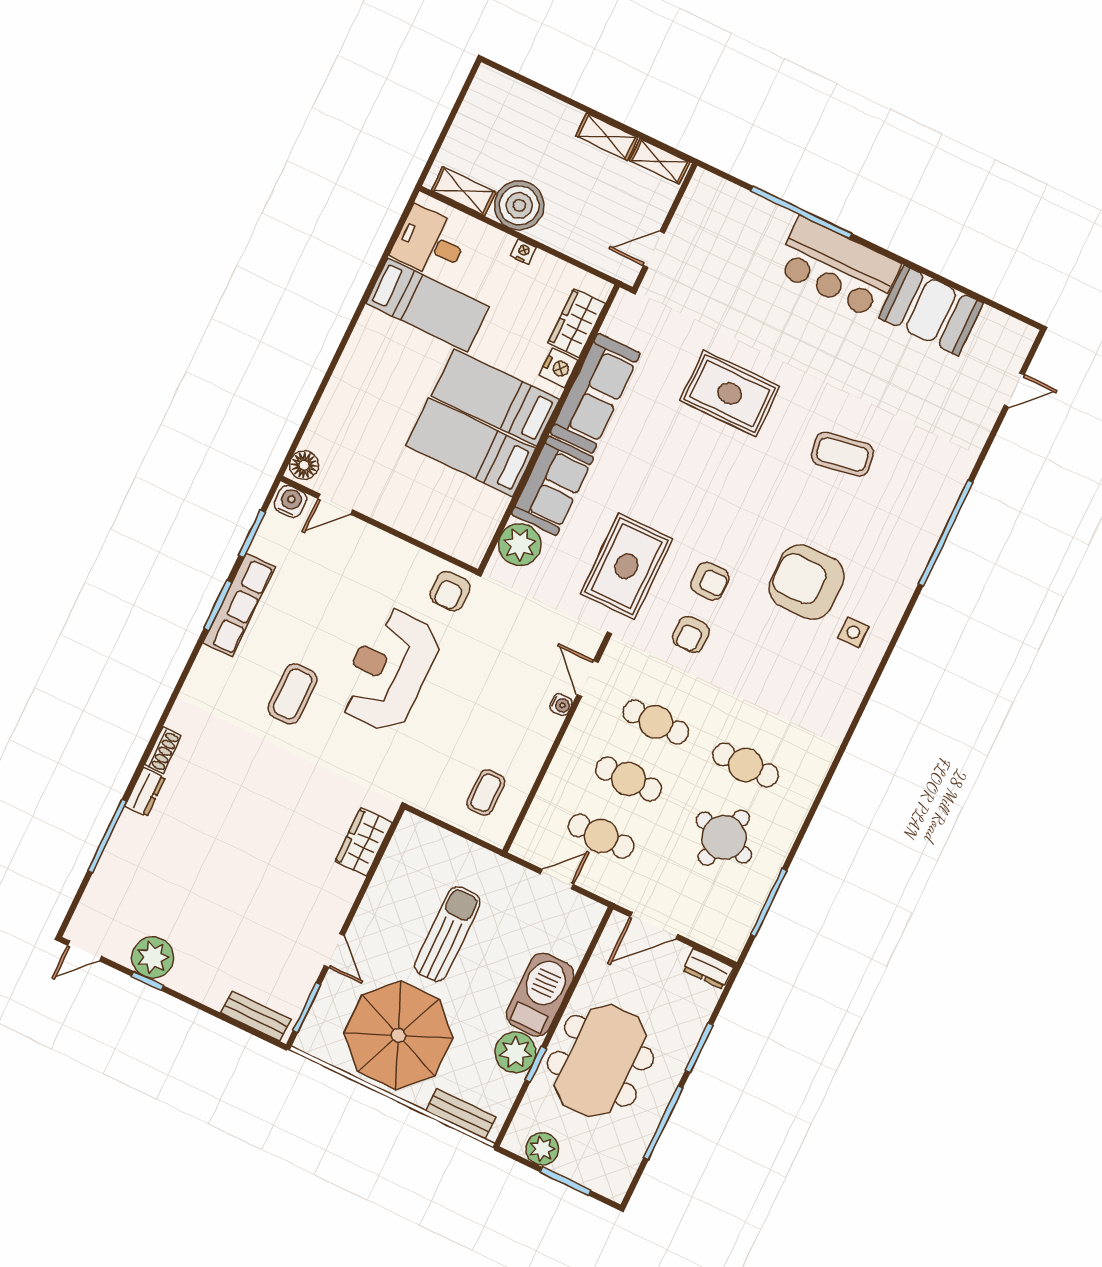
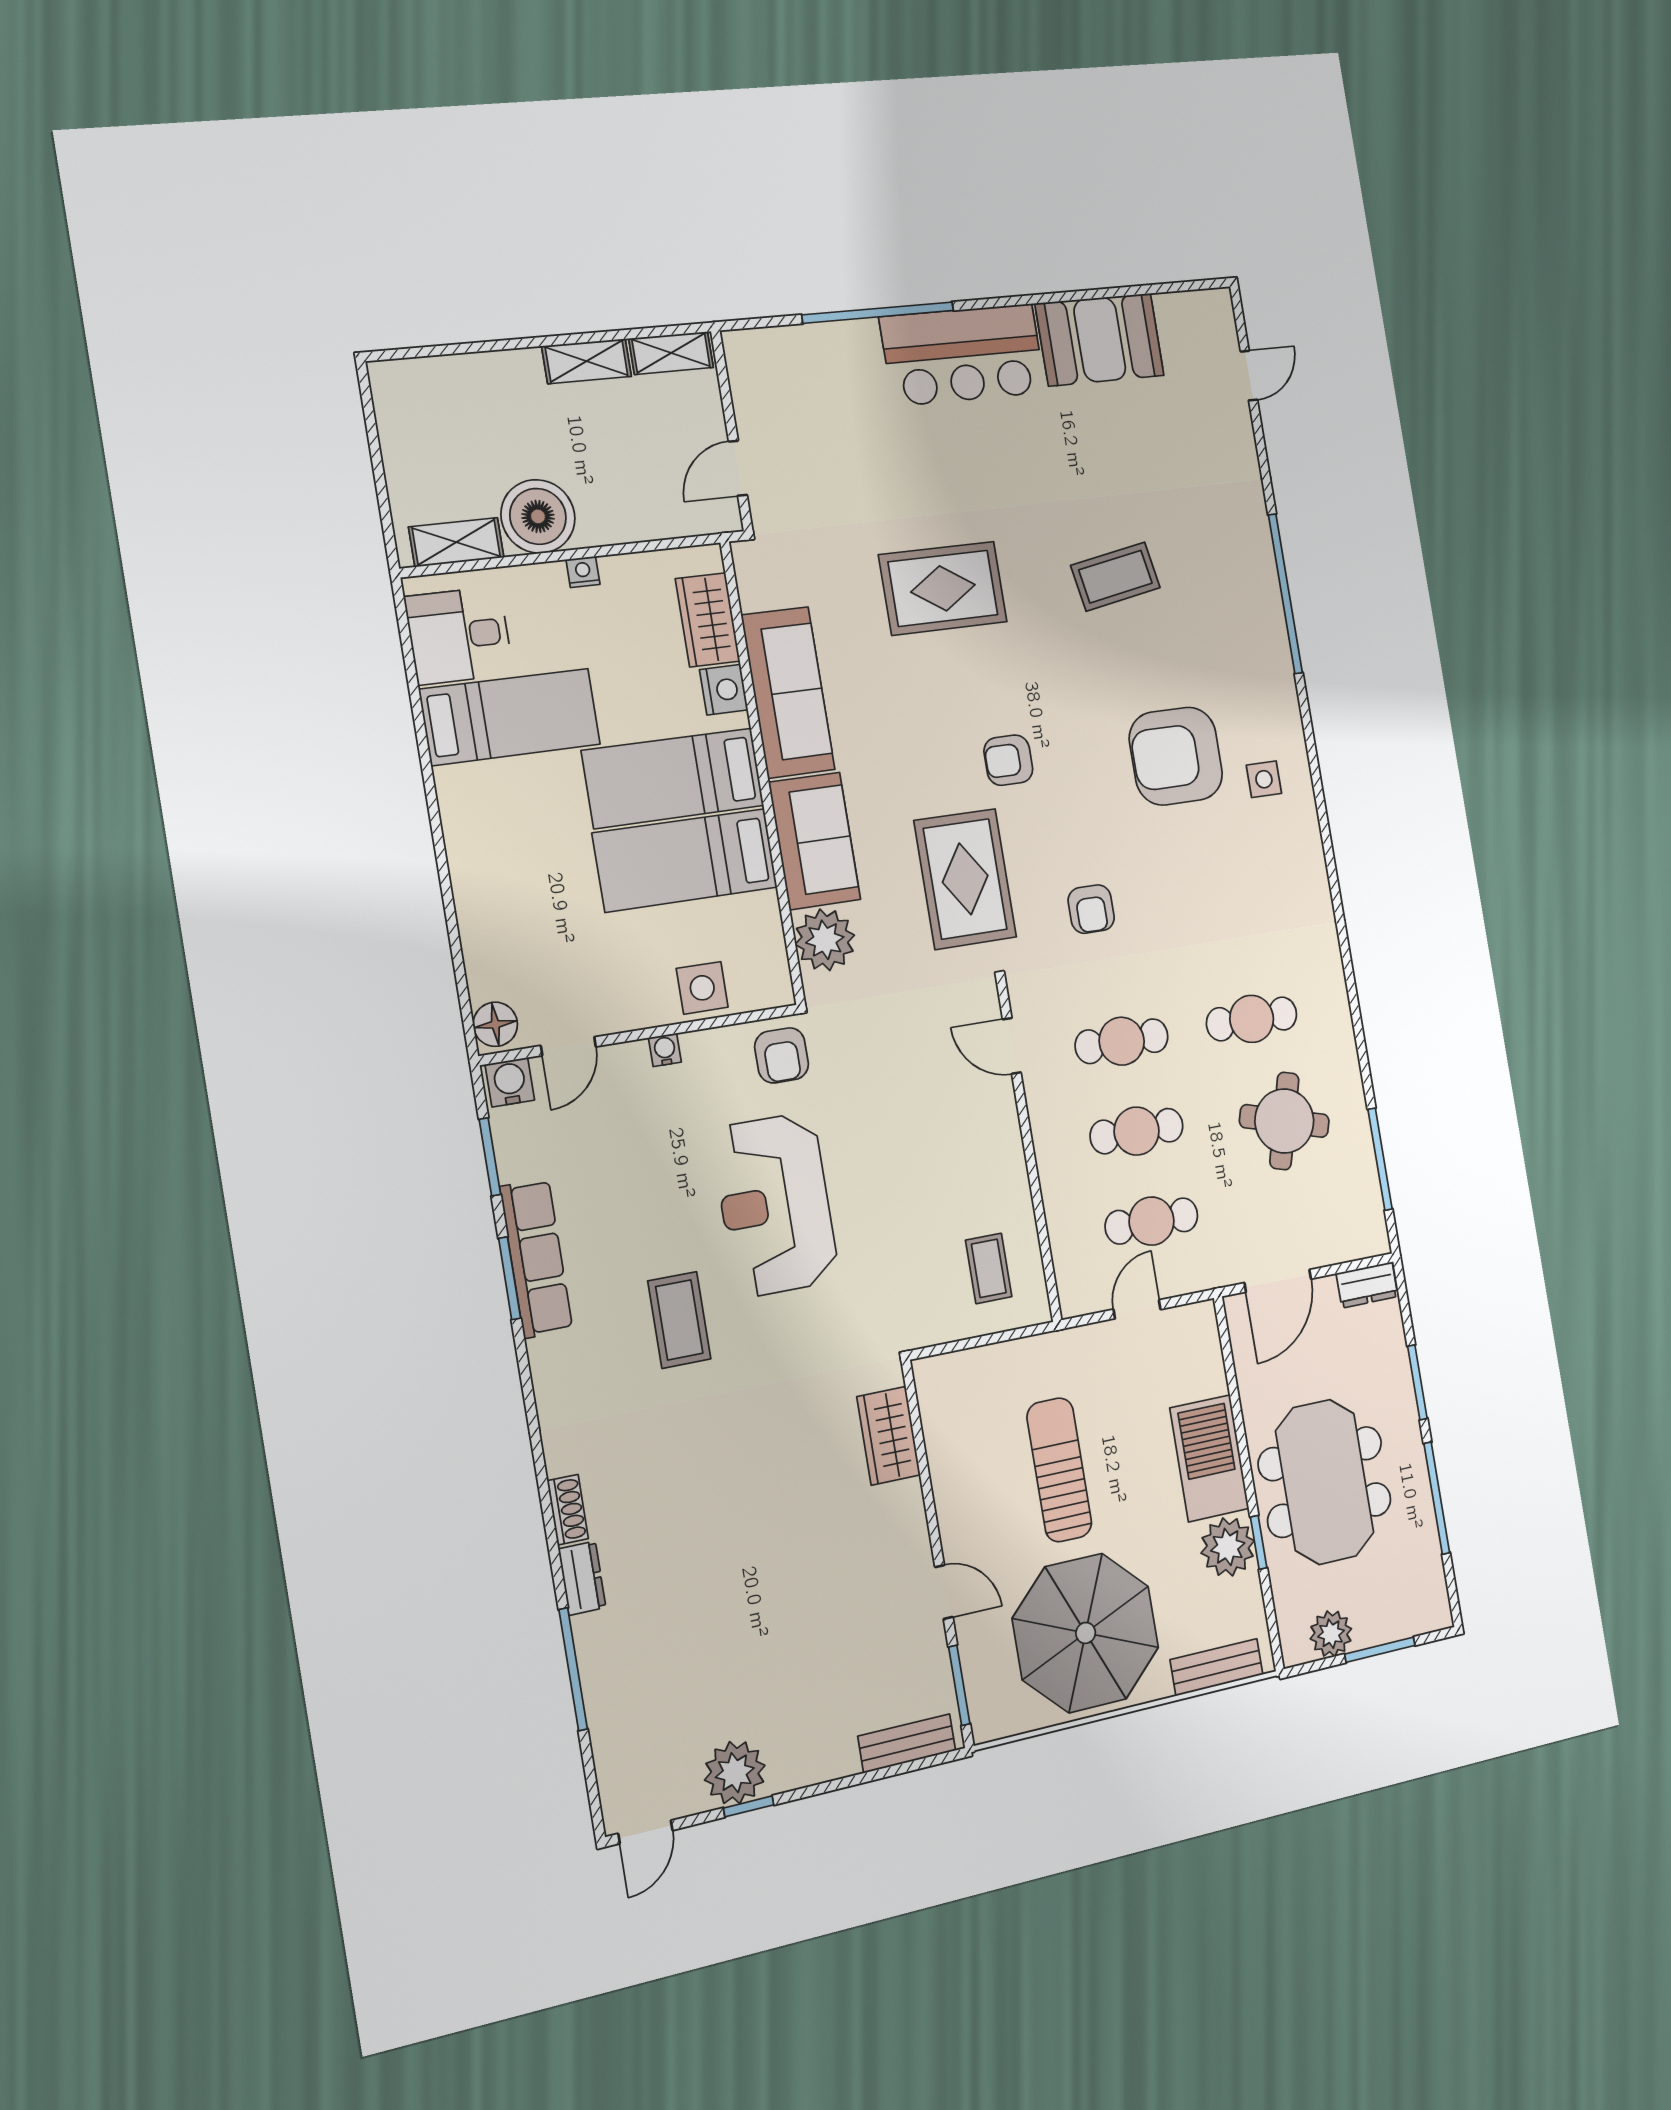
side table: (431, 523) -> (702, 988), added
armchair: (710, 581) -> (1008, 760), moved, turned 180
water cooler: (561, 705) -> (665, 1050), moved, turned -90

